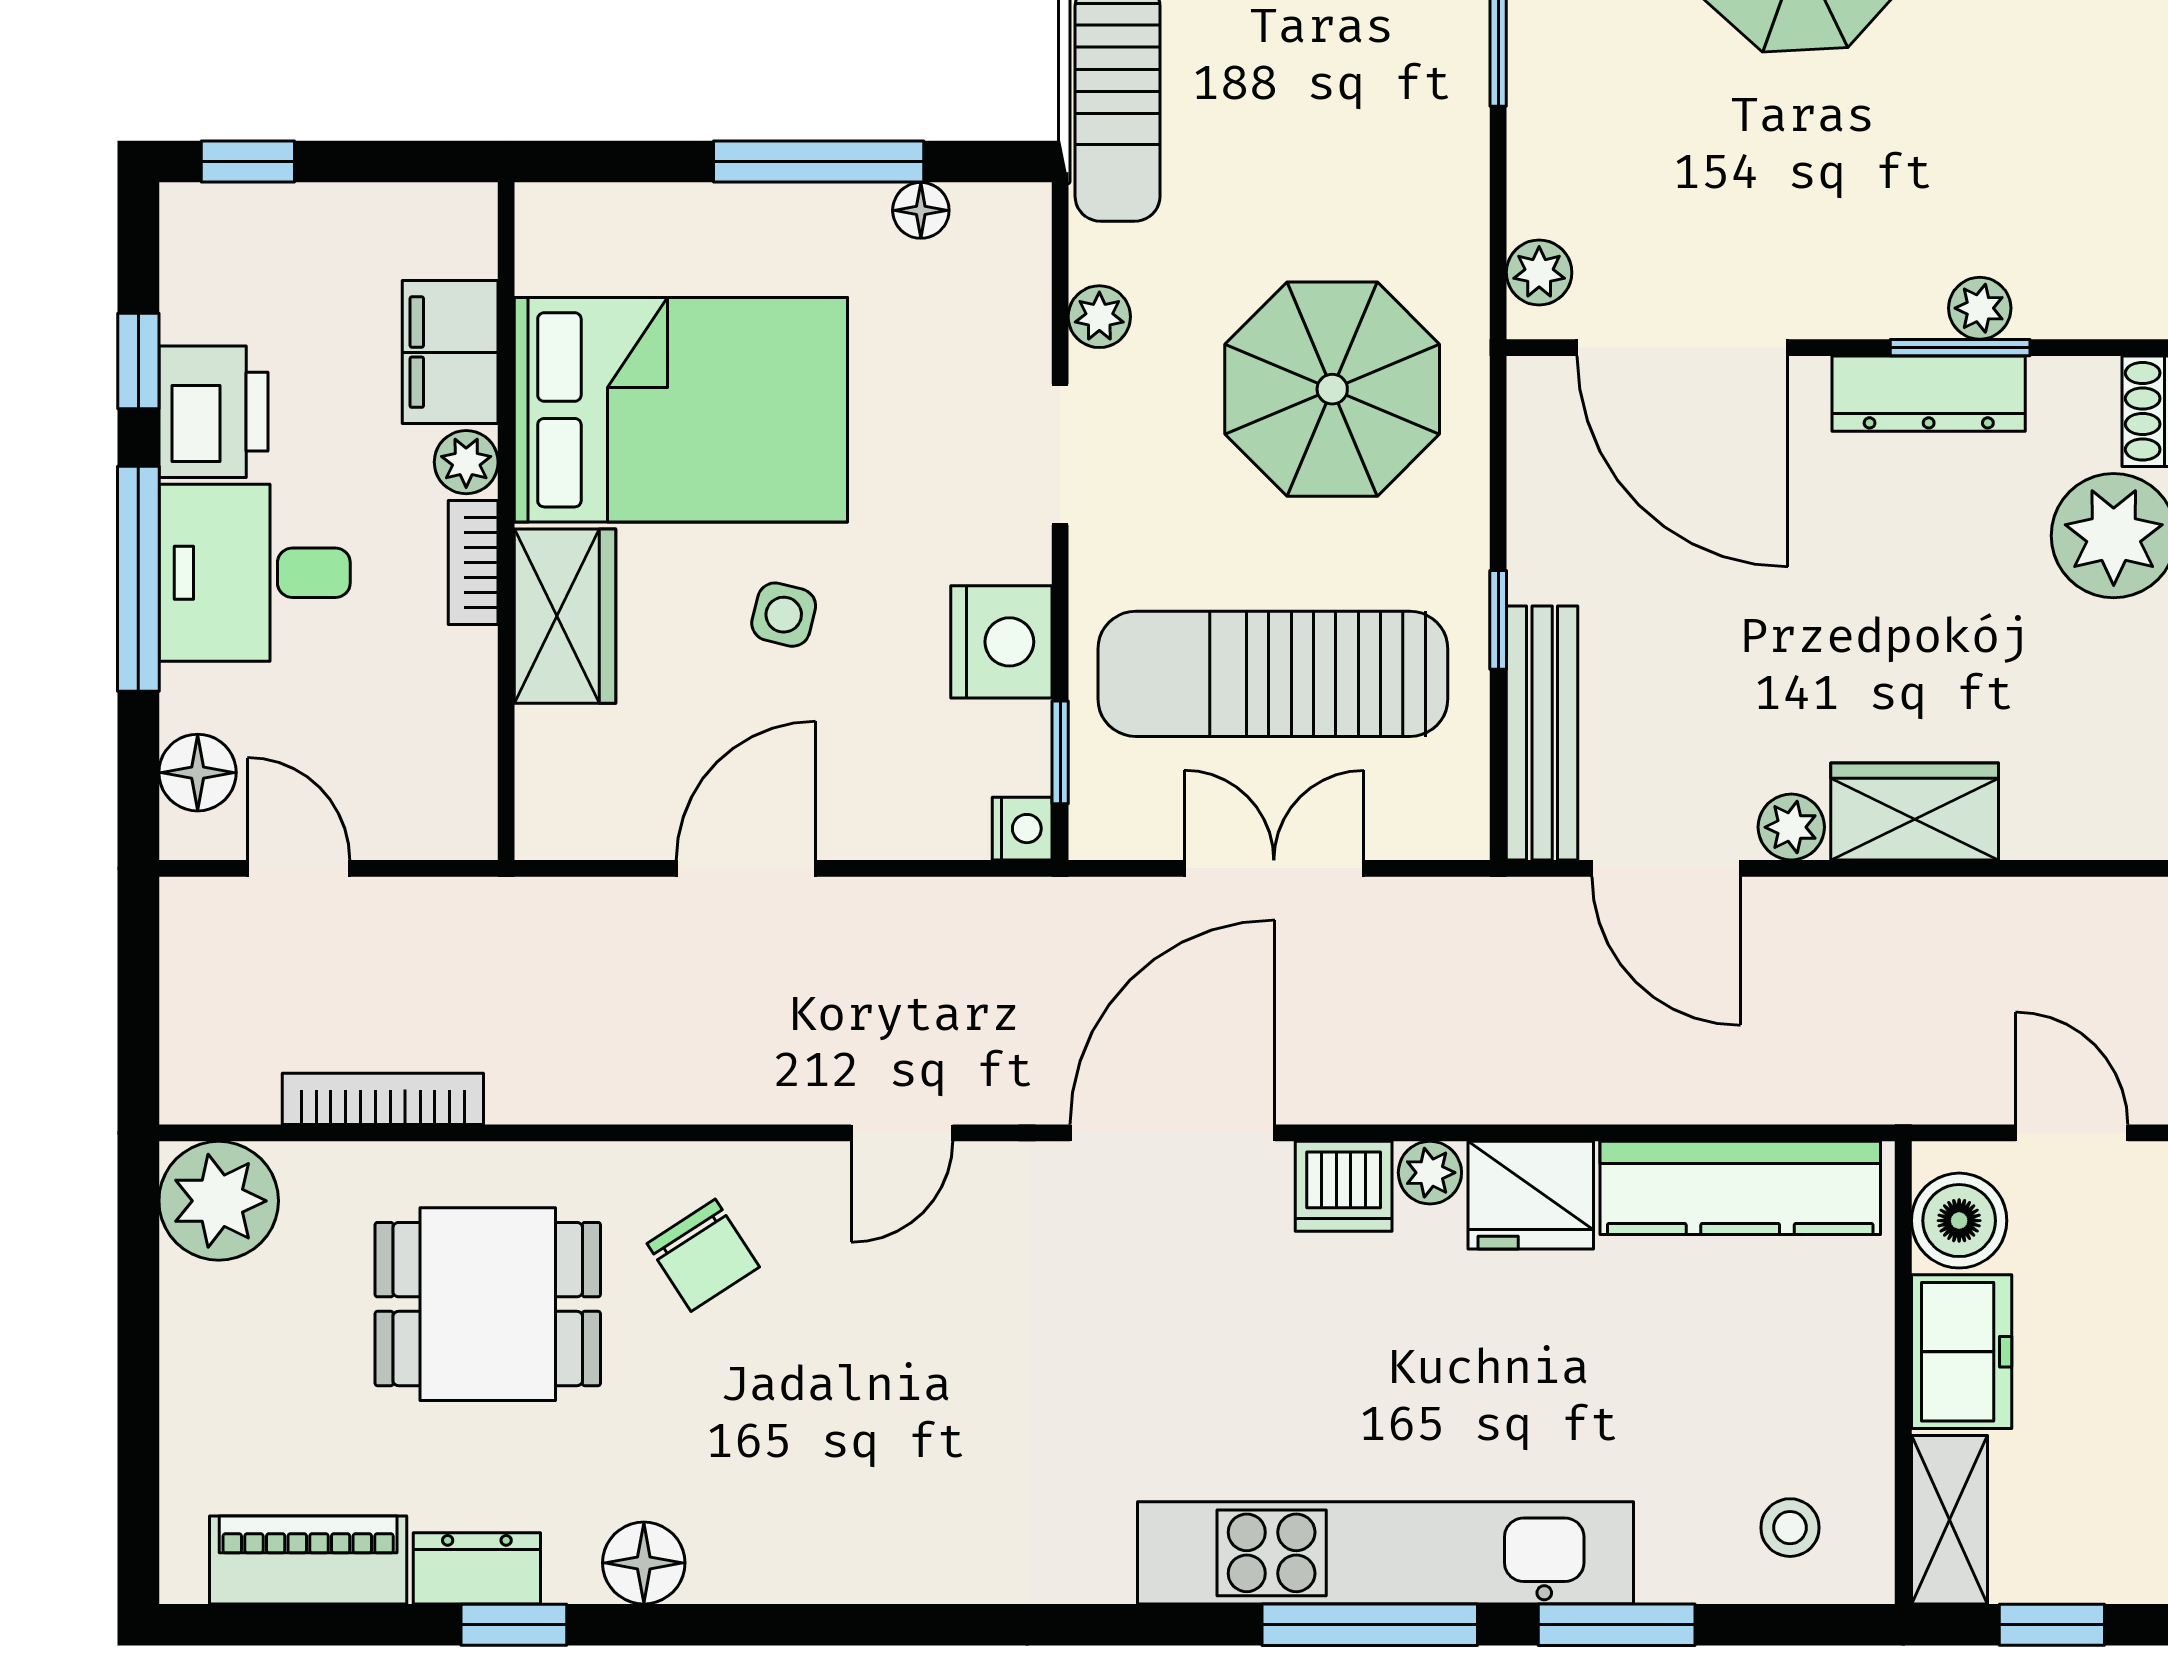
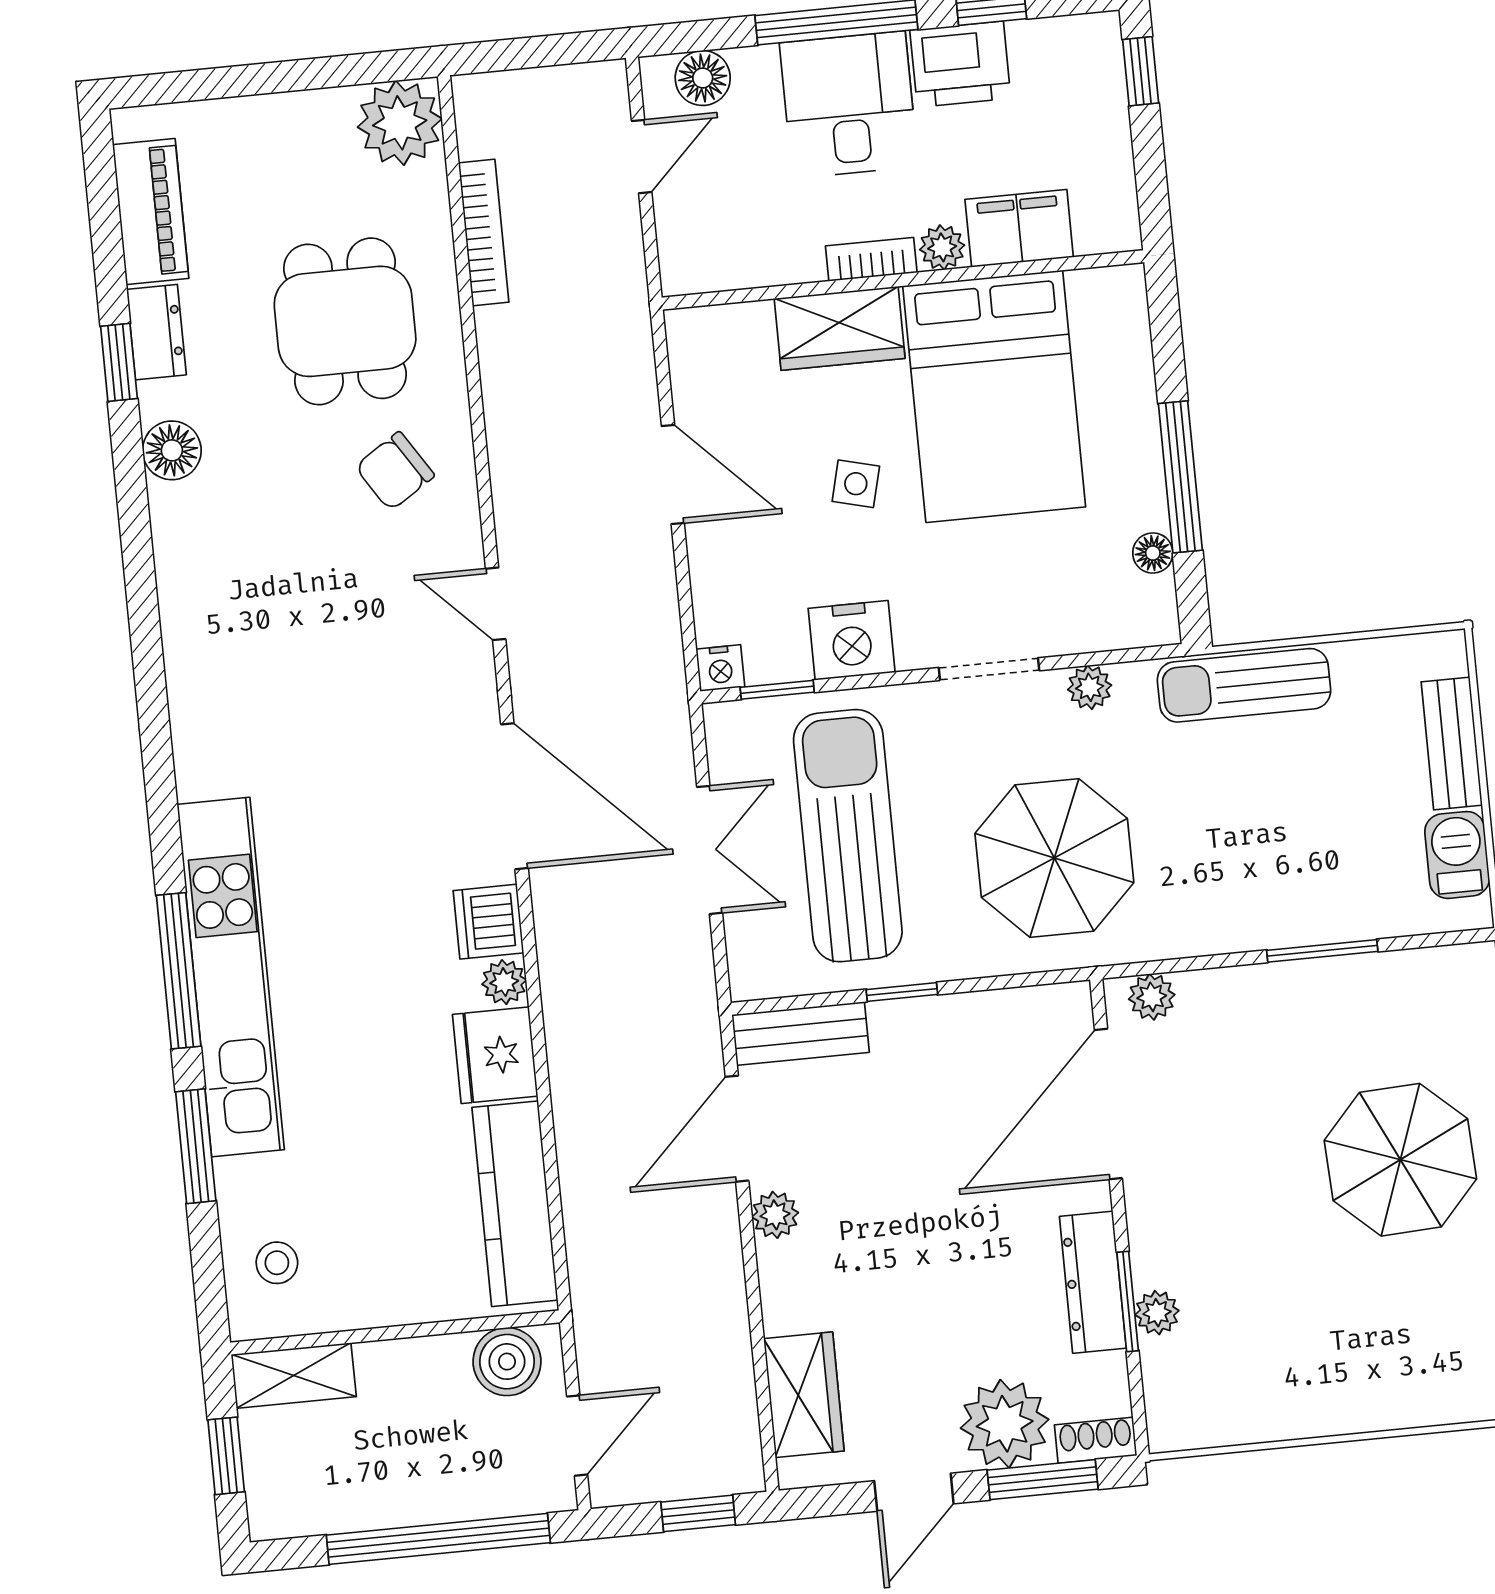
bench: (1542, 733) -> (800, 1033), width x0.73
wardrobe: (1915, 811) -> (804, 1395), moved
freezer: (1962, 1352) -> (414, 1372), removed

